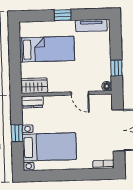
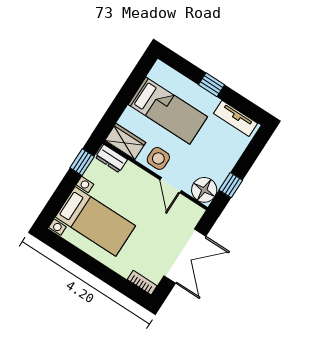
side table: (61, 82) -> (158, 158), added
floor lamp: (107, 86) -> (204, 190), width x1.89, depth x1.89
window: (17, 133) -> (82, 162), moved

